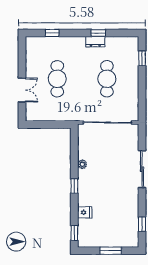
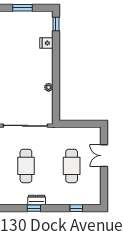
window: (74, 186) -> (56, 67), removed

